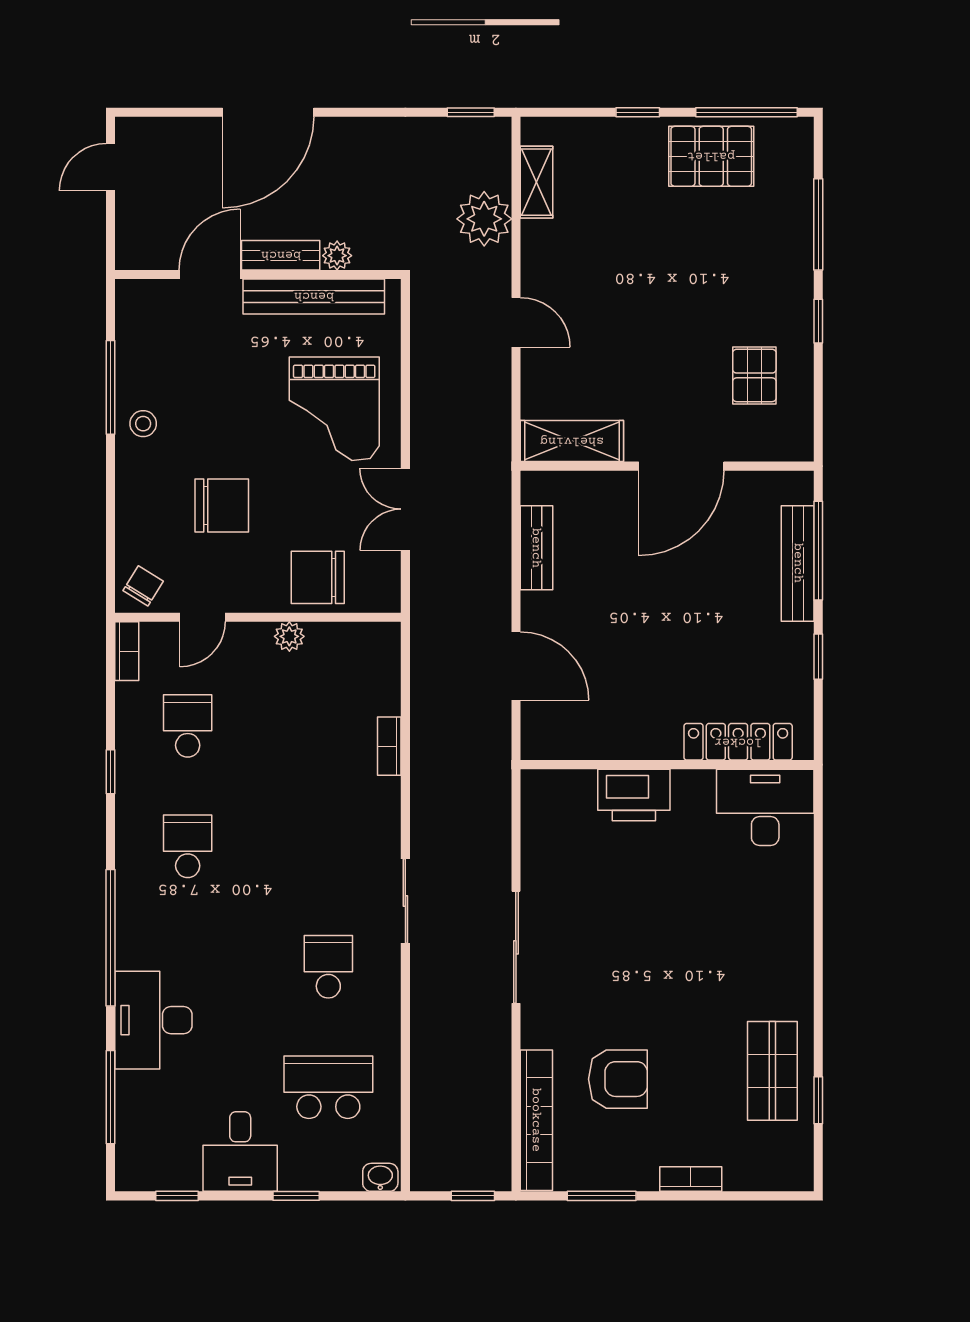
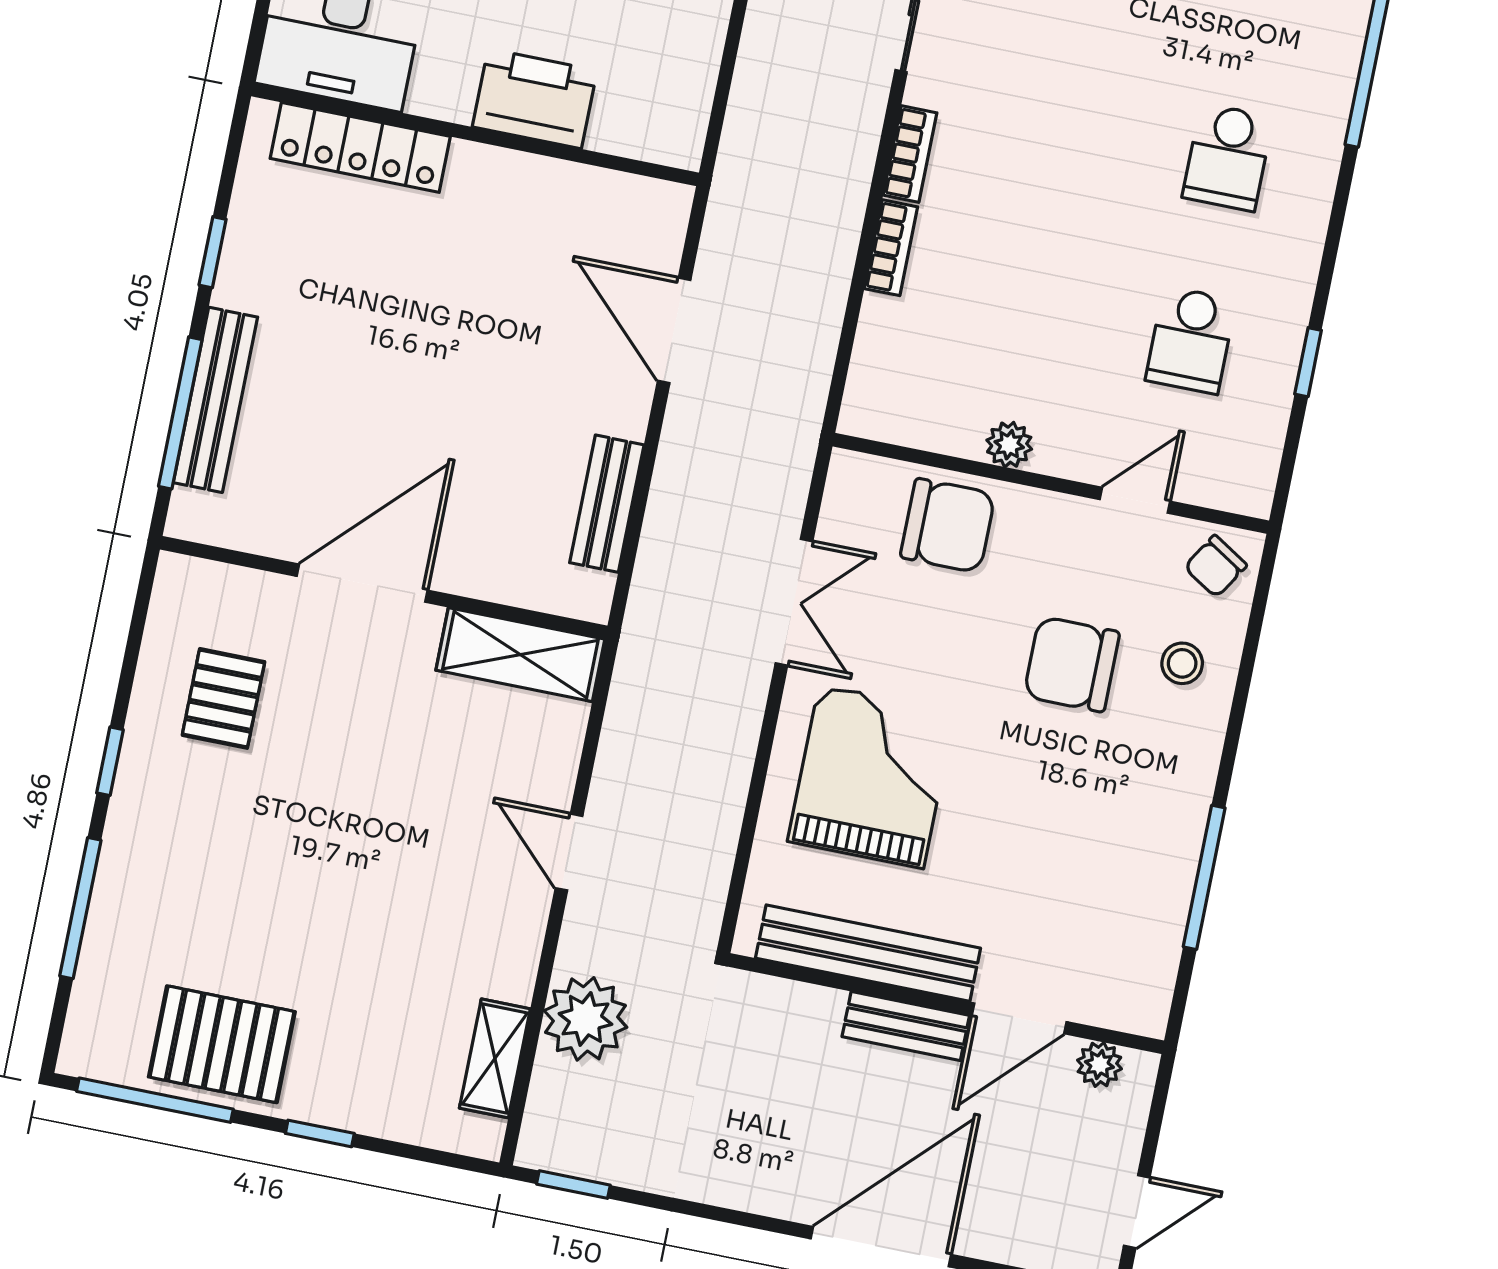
plant: (337, 256) -> (1099, 1065), moved
stool: (143, 424) -> (1182, 663), moved
bookcase: (127, 651) -> (910, 154), moved, turned 180
window: (111, 772) -> (1308, 362), moved

